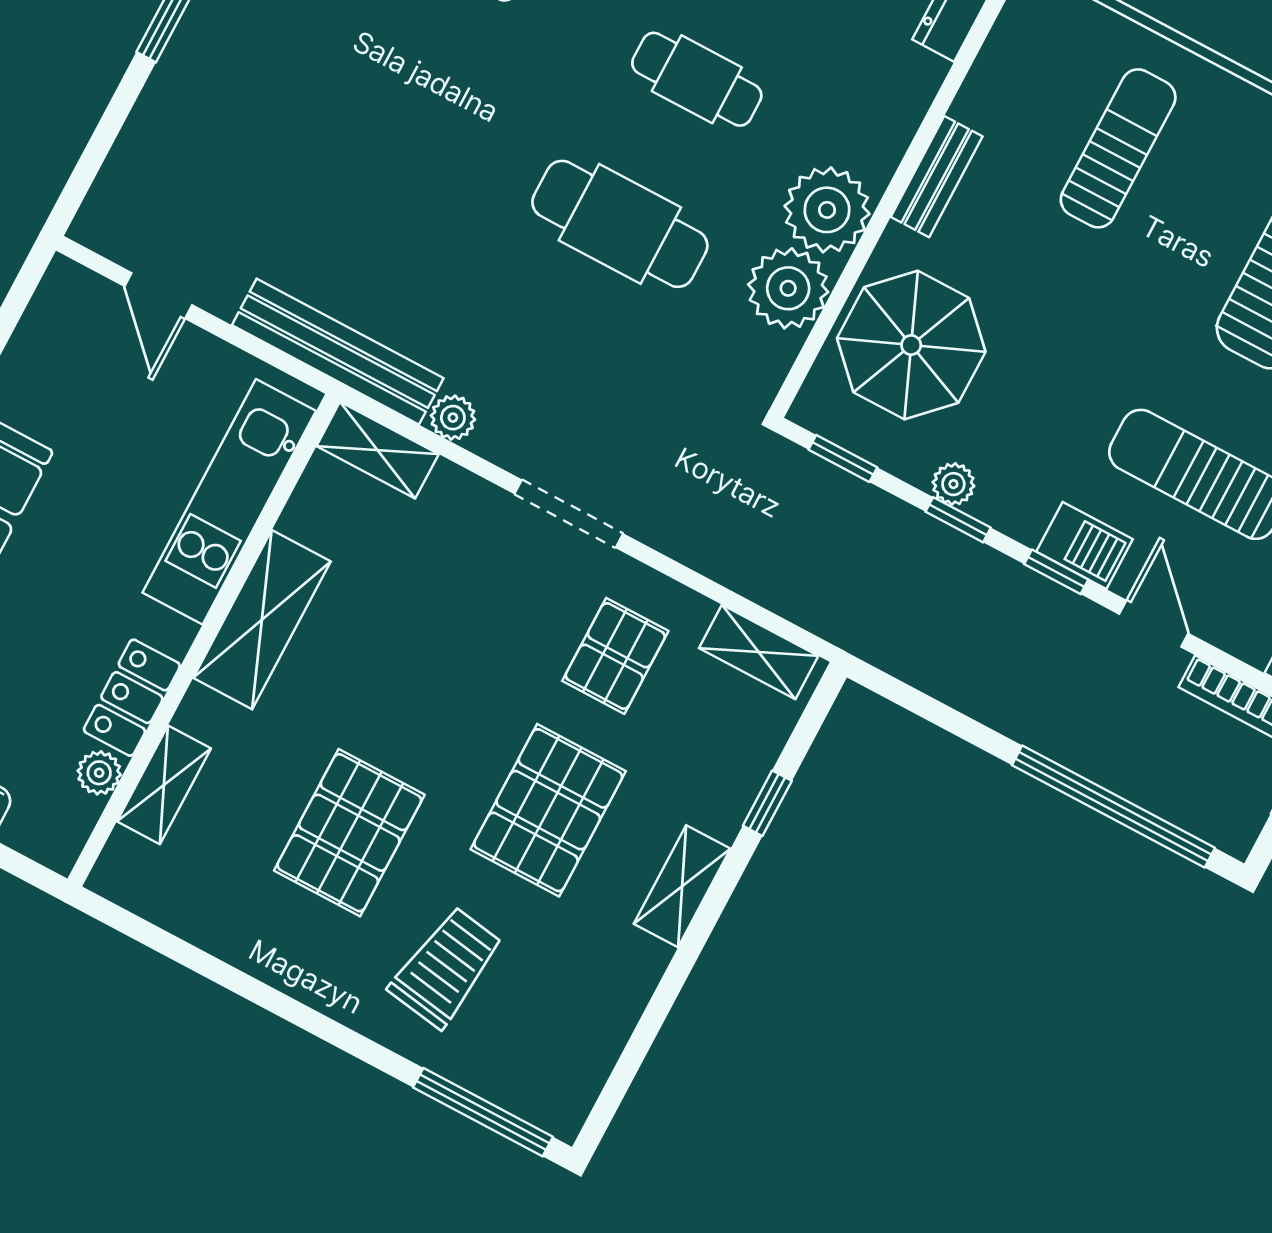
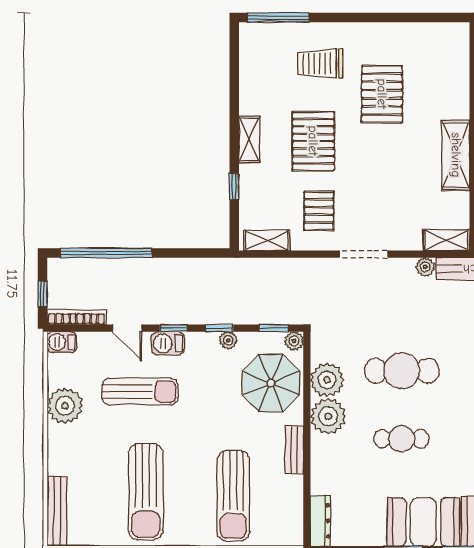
sun lounger: (1118, 148) -> (233, 496), width x1.36, depth x1.34
plant: (814, 408) -> (294, 341), added
shelving: (164, 785) -> (459, 75), removed
trolley: (446, 967) -> (320, 64), turned 81

